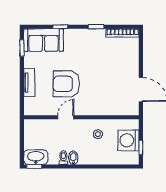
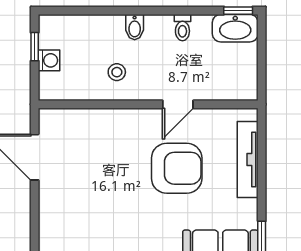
tv unit: (29, 83) -> (248, 160), width x1.41
washing machine: (128, 140) -> (49, 60), width x0.53, depth x0.53
bidet: (73, 158) -> (135, 27), moved

